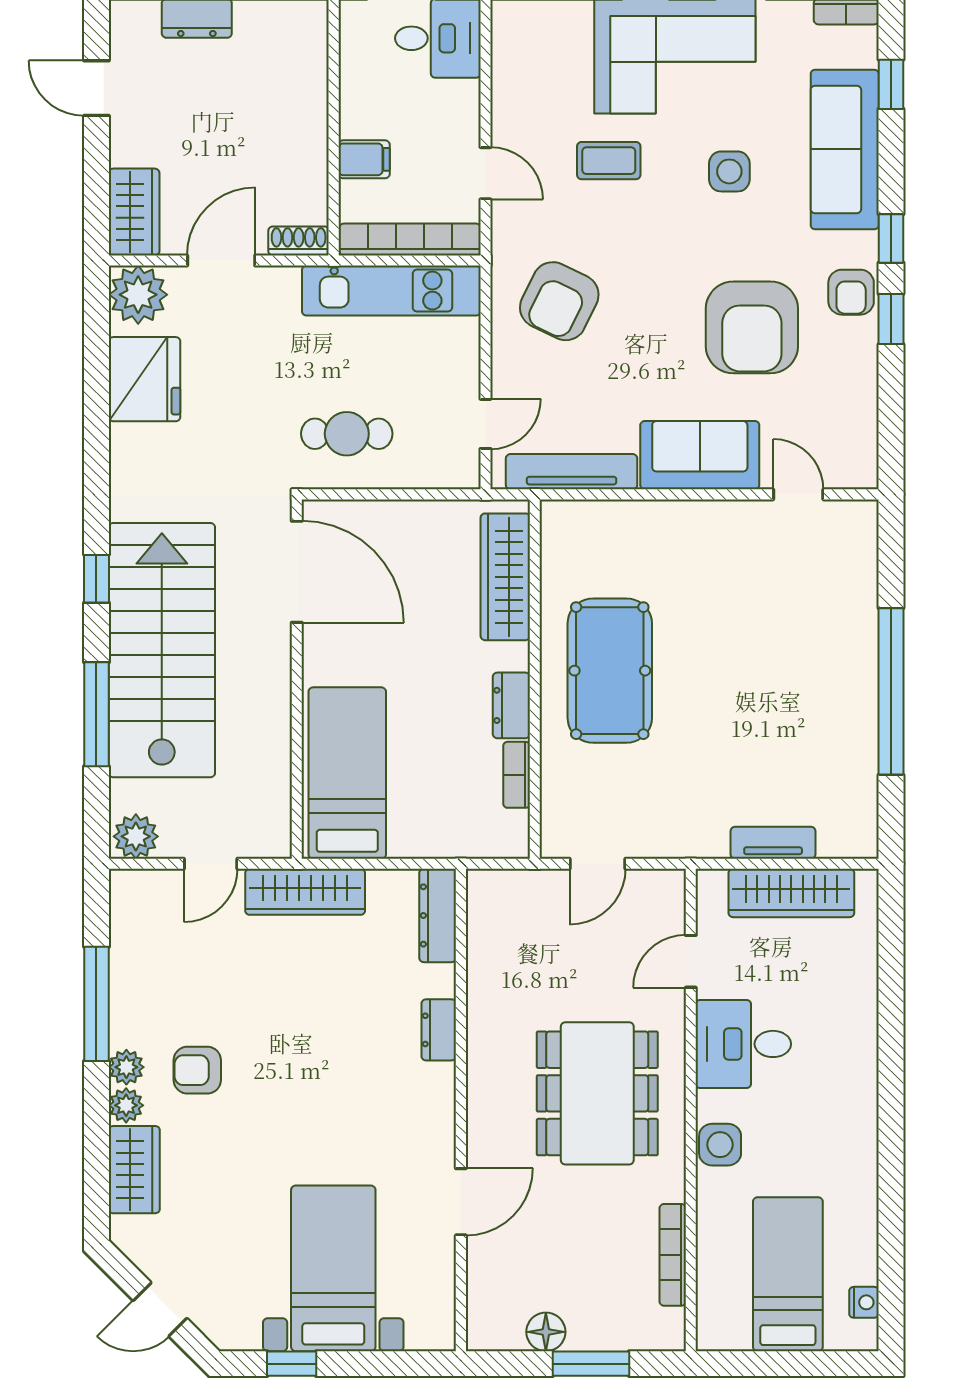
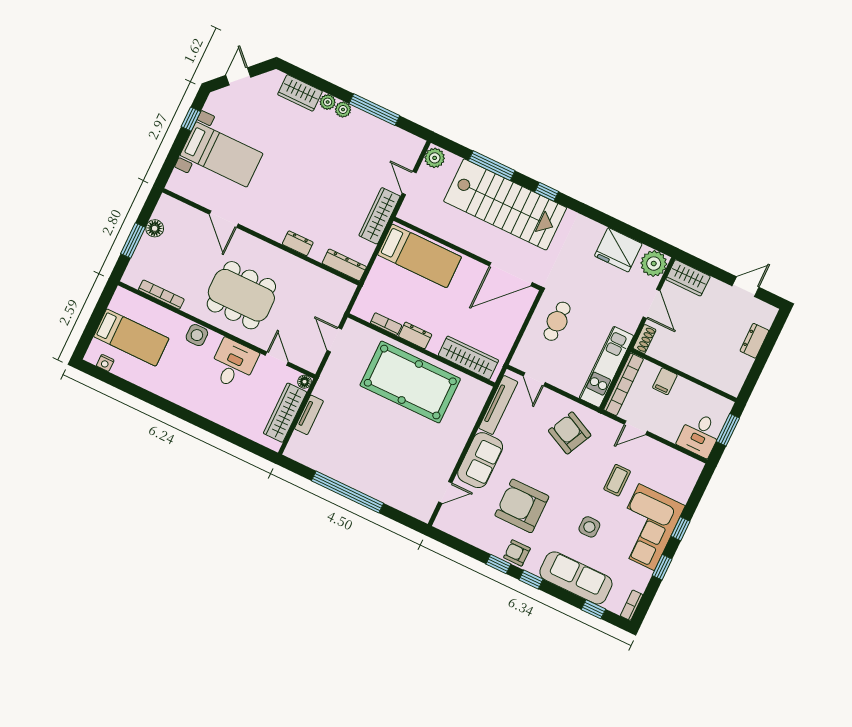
pool table: (610, 671) -> (410, 382), width x1.36, depth x1.32
floor lamp: (710, 884) -> (305, 382), added
armchair: (197, 1070) -> (328, 138), removed

